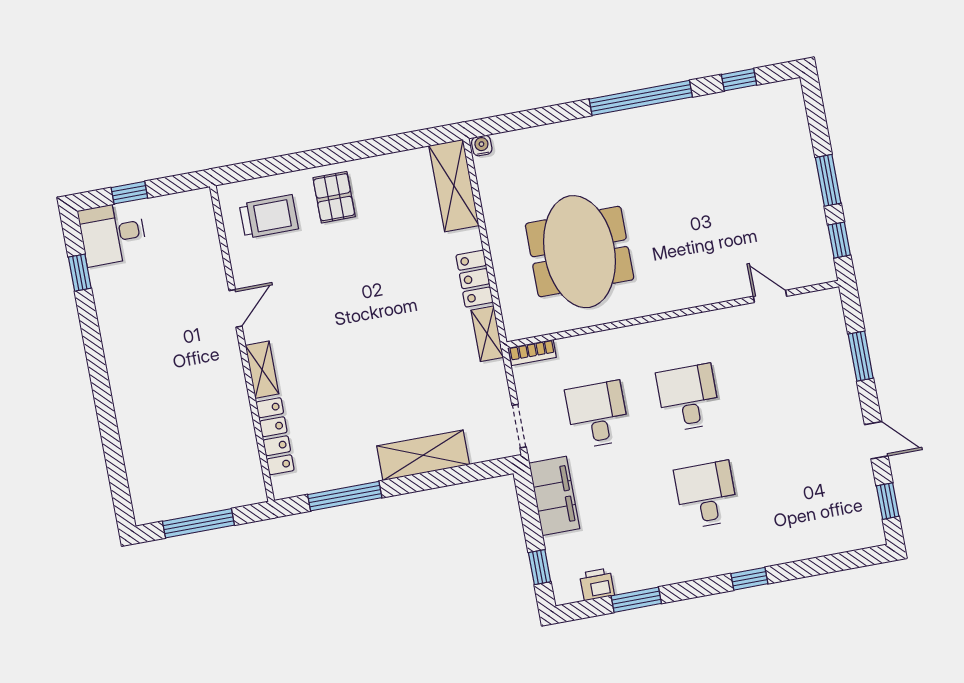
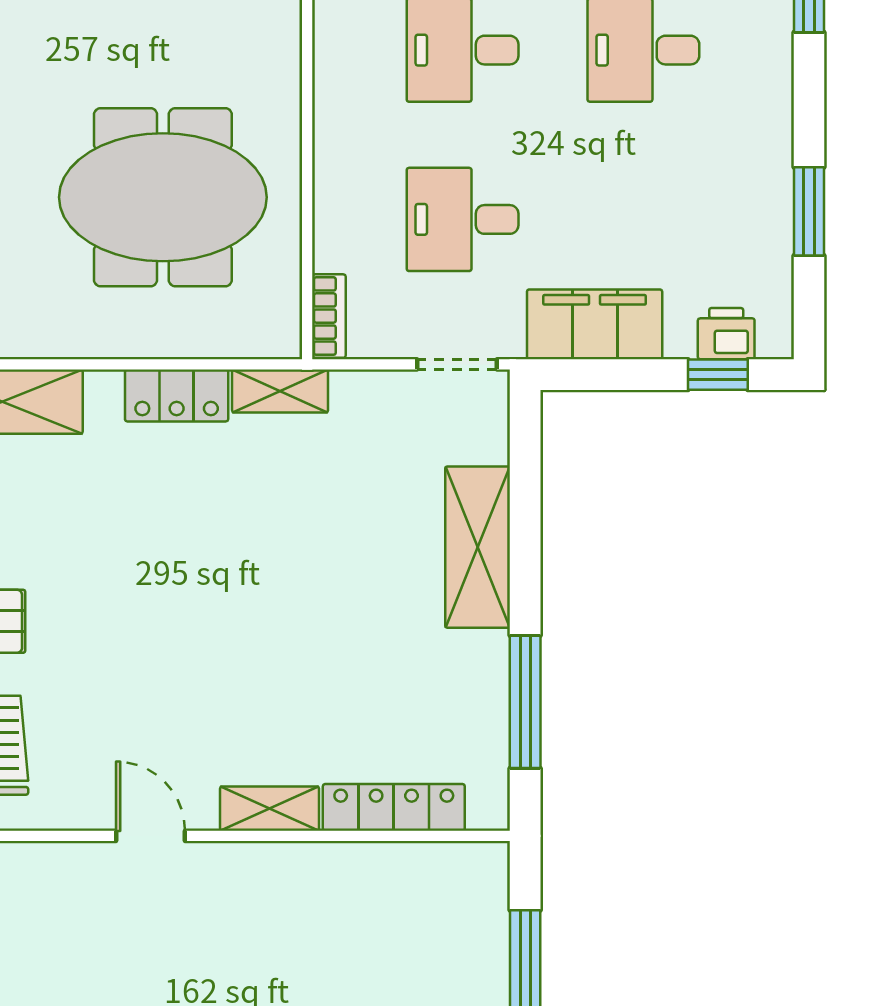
printer: (597, 584) -> (726, 334), moved, turned 90

